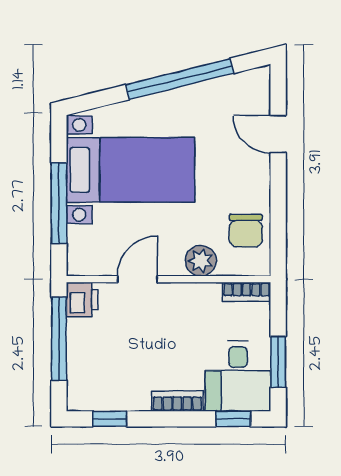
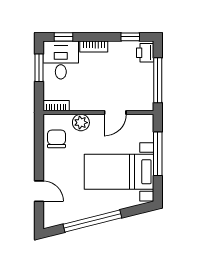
printer: (82, 300) -> (145, 53), moved

